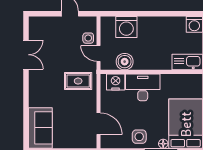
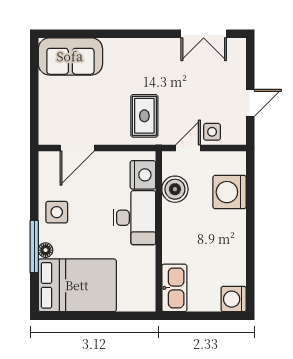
double door: (26, 55) -> (204, 34), moved

